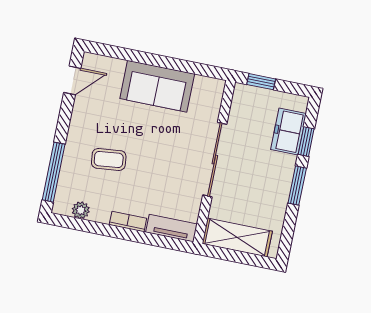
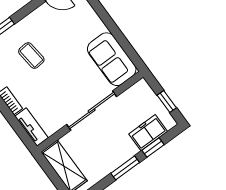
window: (261, 82) -> (167, 102), moved
sofa: (157, 86) -> (112, 59), moved

